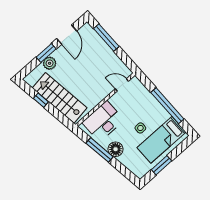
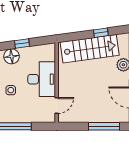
desk: (103, 121) -> (42, 79), moved
window: (100, 150) -> (22, 44), width x0.46

